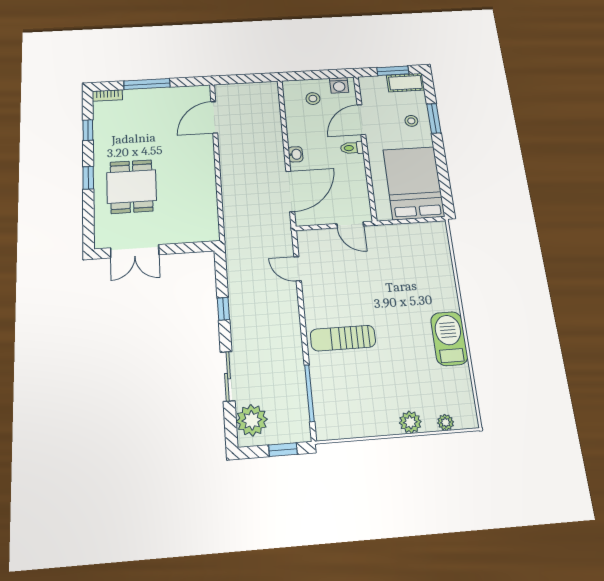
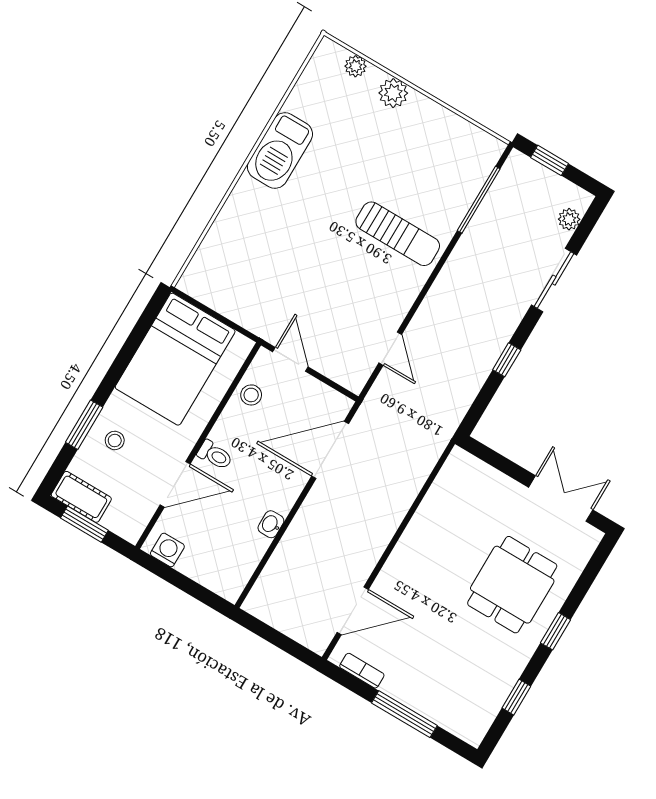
bookcase: (107, 95) -> (362, 671), moved
stool: (313, 99) -> (251, 395), moved
washbasin: (296, 154) -> (271, 524), moved
plant: (252, 420) -> (569, 219), width x0.53, depth x0.53

